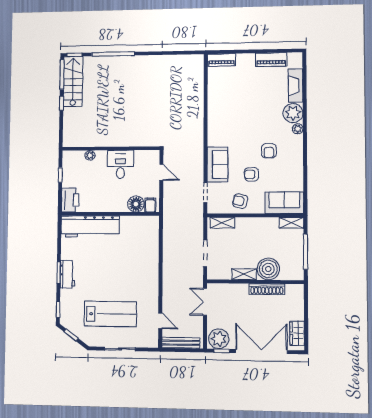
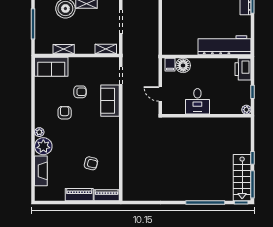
piano: (271, 60) -> (79, 195), moved
plant: (90, 155) -> (246, 110), moved
armchair: (240, 201) -> (91, 163), moved
shelving: (291, 223) -> (64, 49), moved

